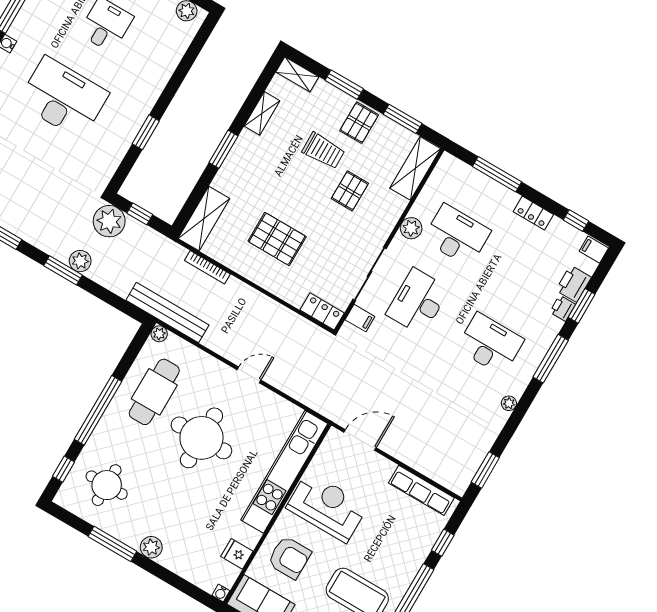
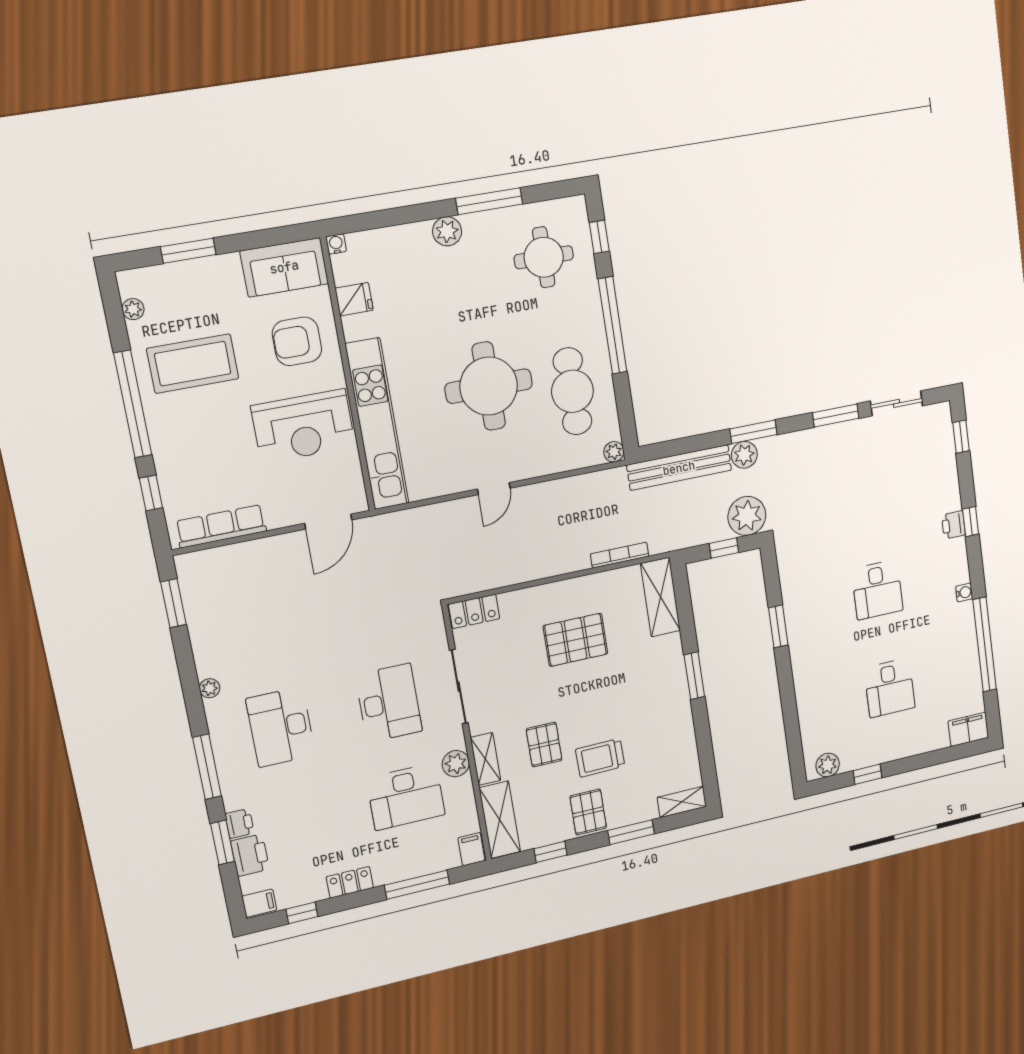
desk: (63, 98) -> (877, 590), width x0.53, depth x0.77
shelving: (262, 113) -> (485, 759), moved
window: (403, 119) -> (551, 852), width x0.67
bench: (167, 313) -> (679, 468), moved
filing cabinet: (360, 318) -> (471, 849), moved, turned 90
desk: (490, 344) -> (281, 727), turned 90

